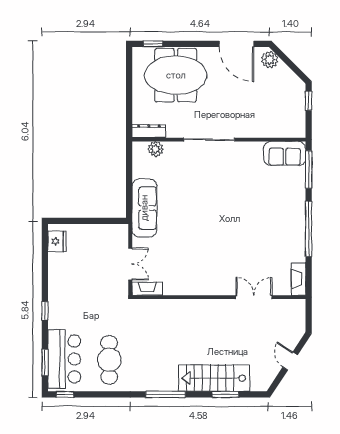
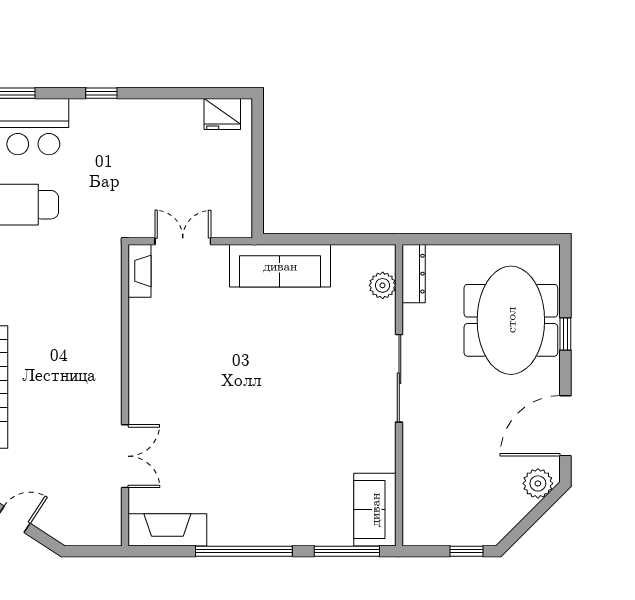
window: (153, 44) -> (565, 334), moved
double door: (130, 264) -> (183, 241), swing flipped
fireplace: (299, 279) -> (167, 530), width x1.37, depth x1.32

